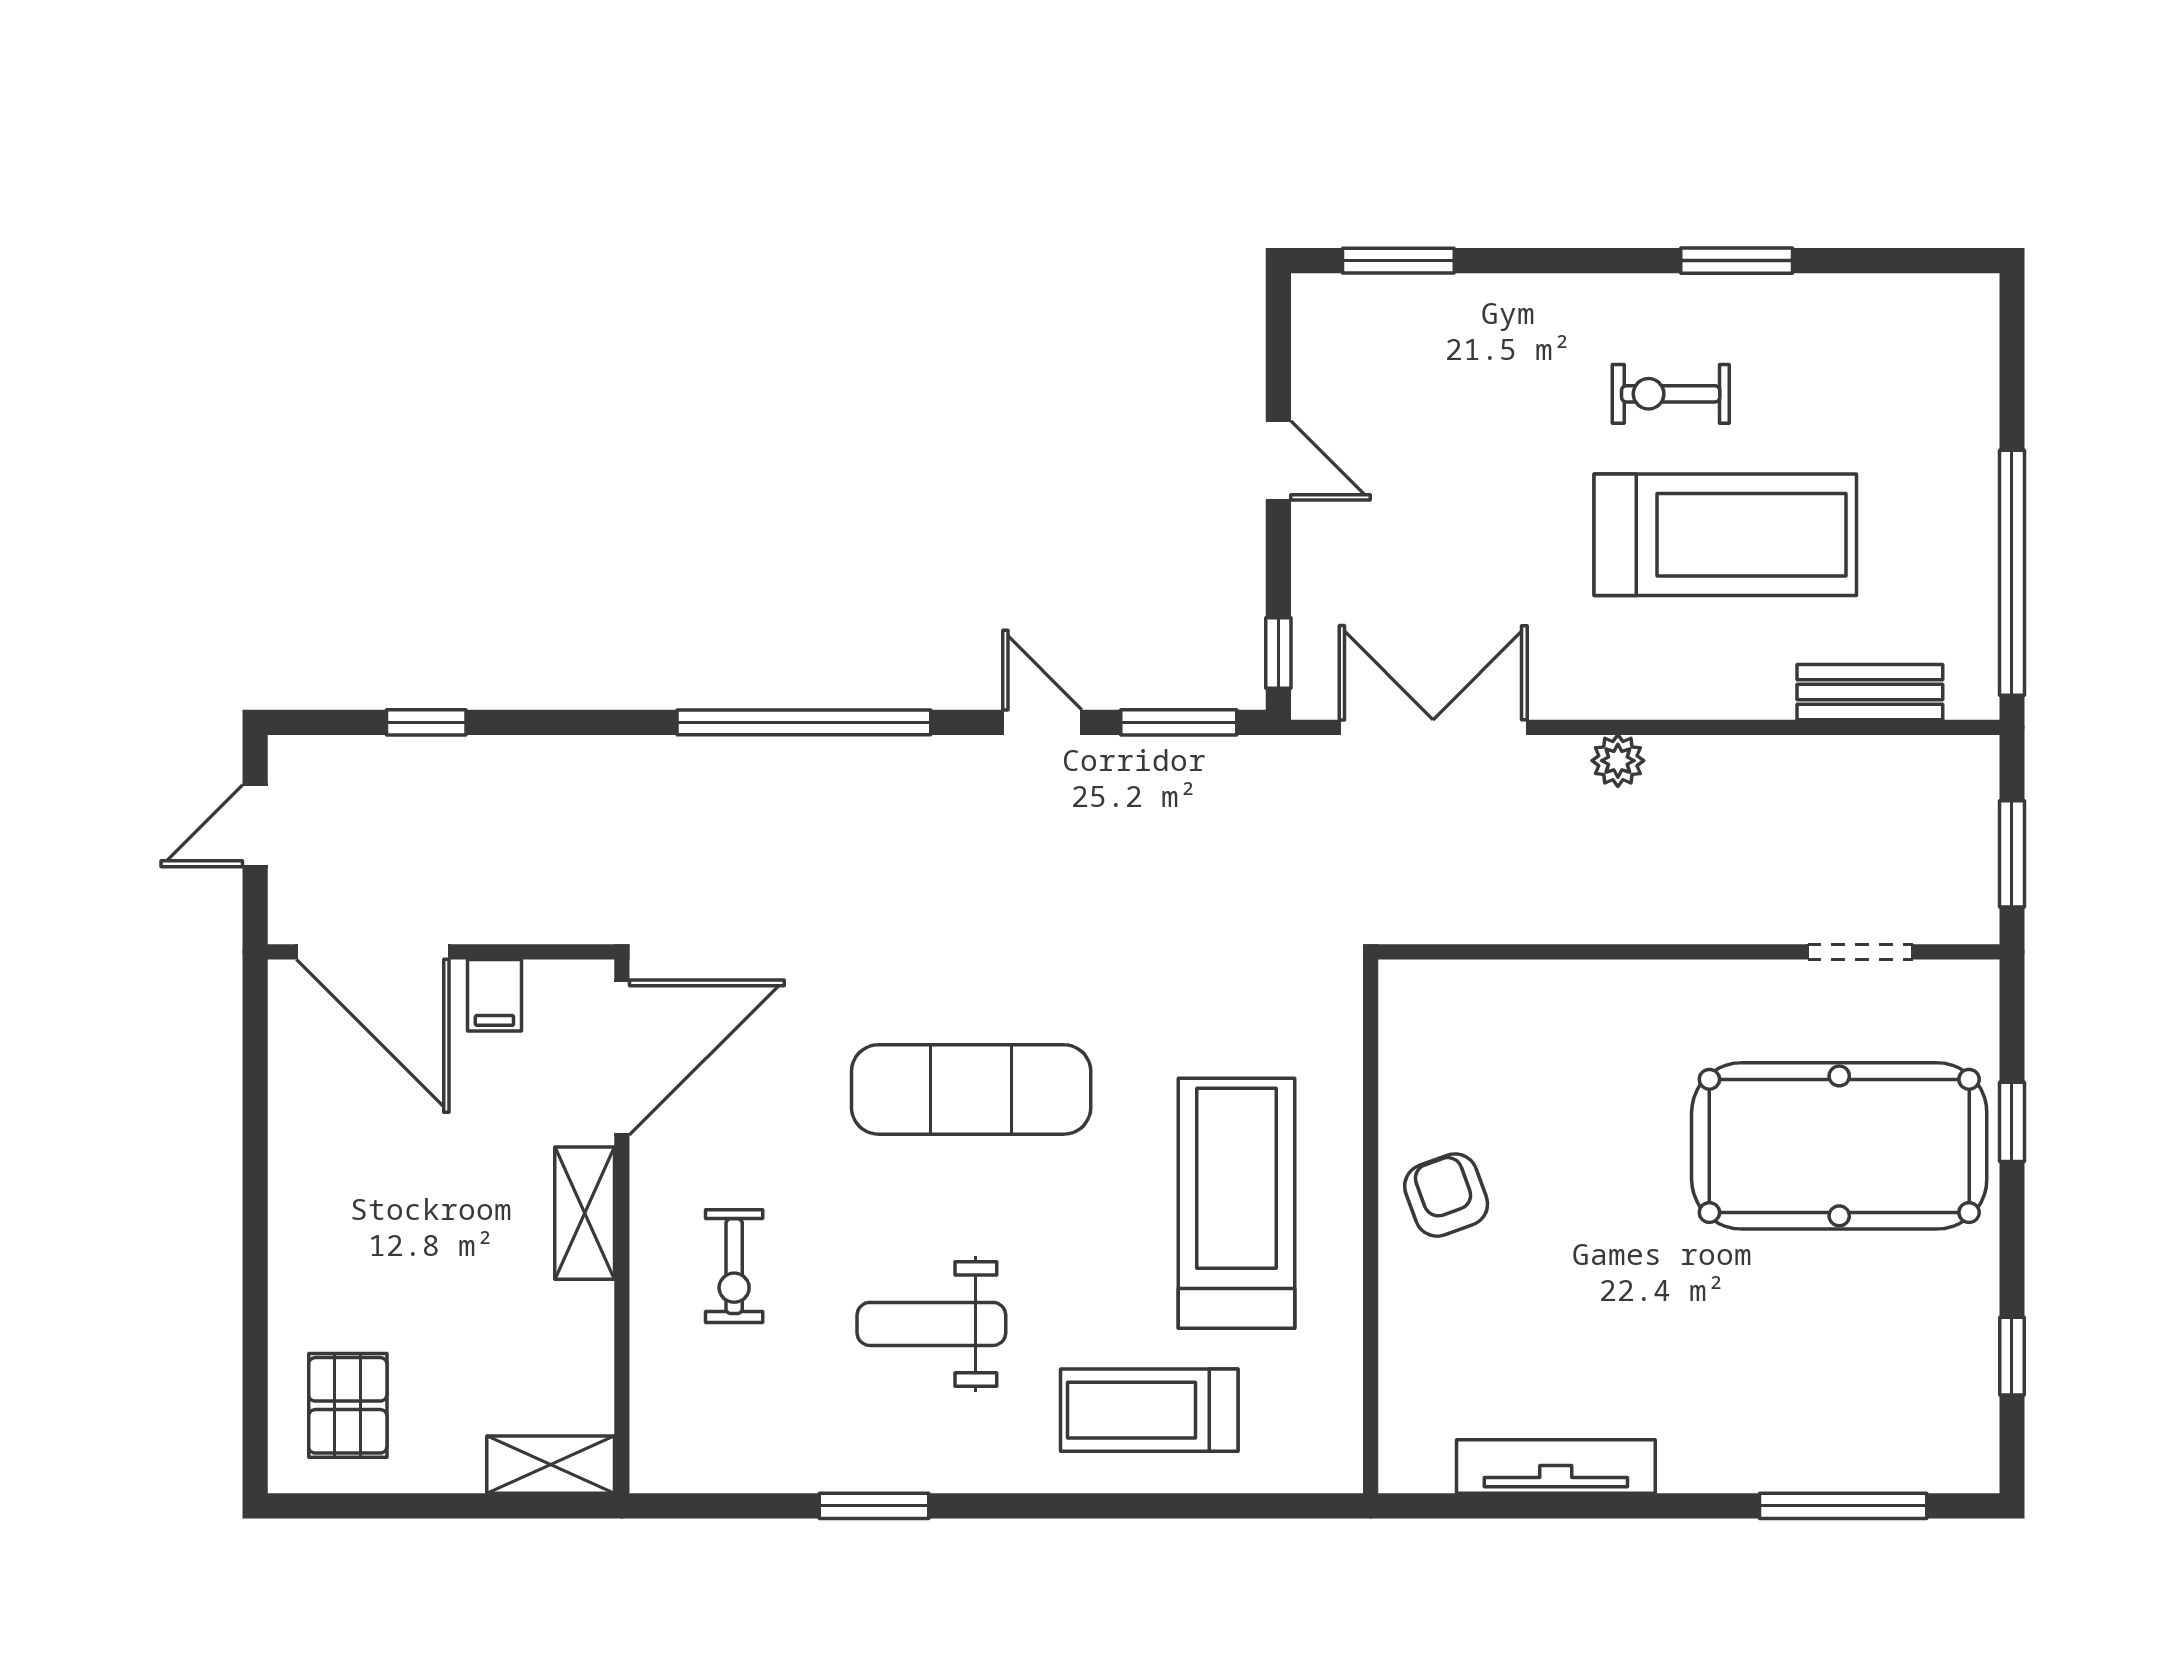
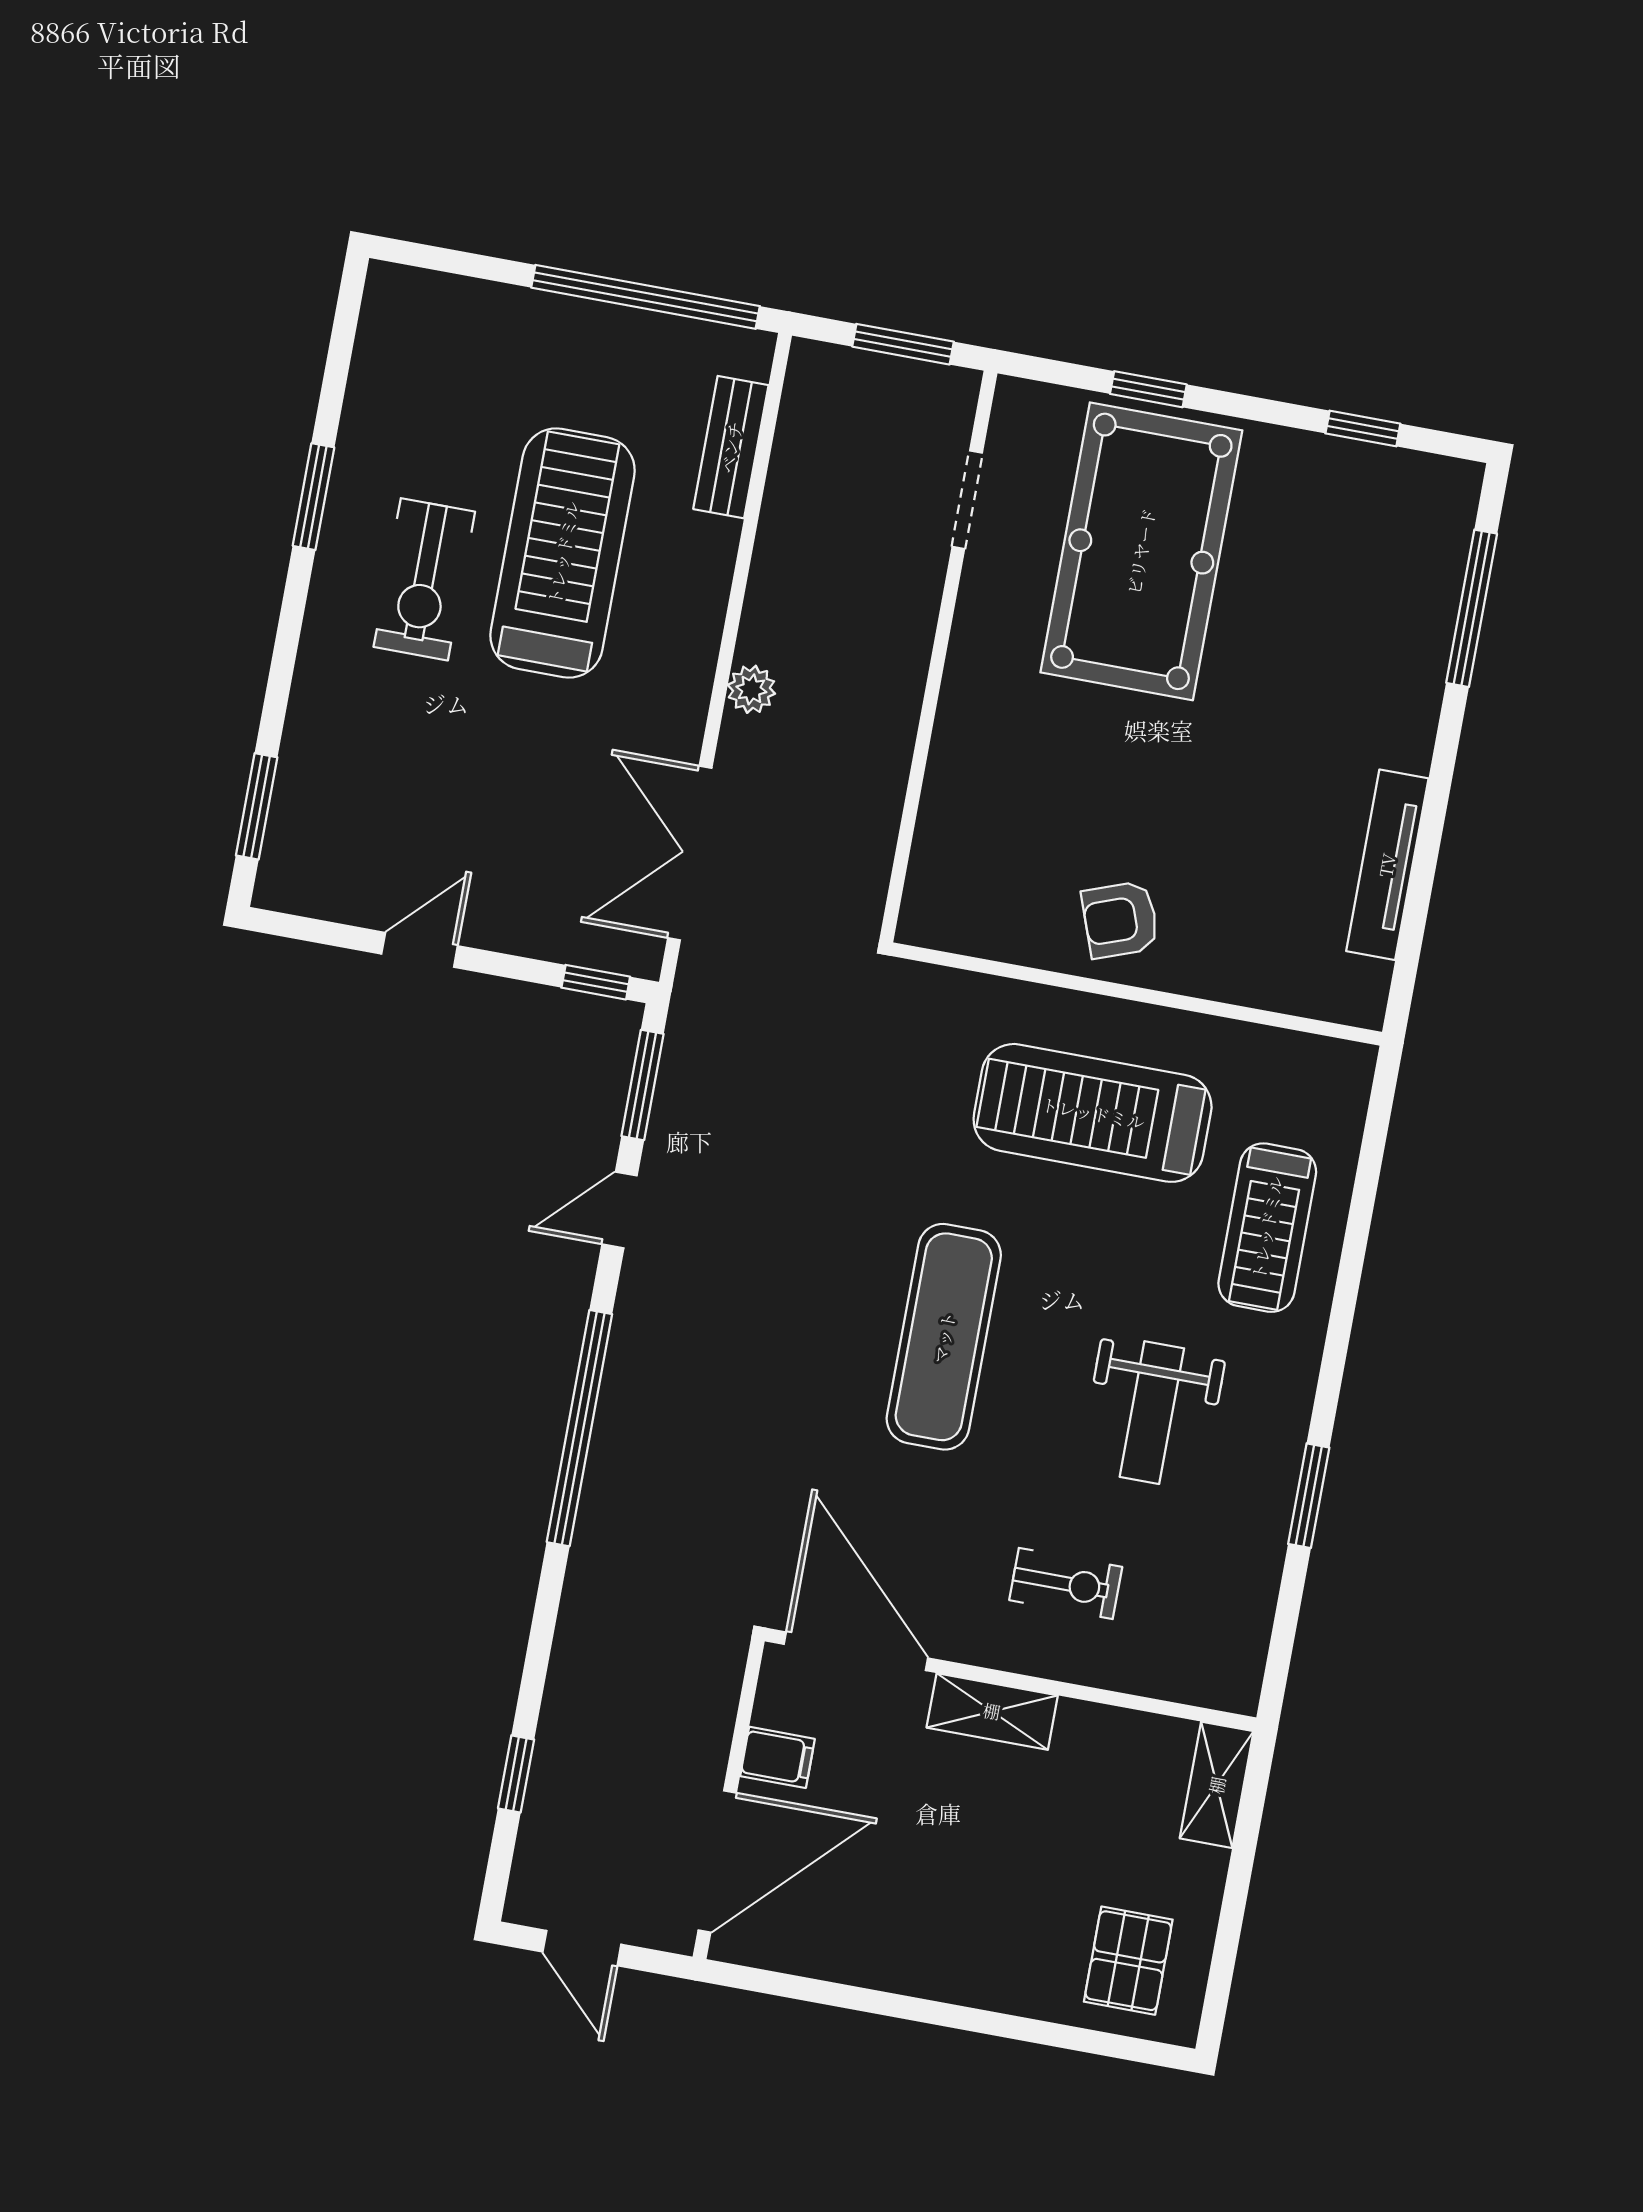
exercise bike: (1671, 394) -> (424, 579), width x1.38, depth x1.39
pallet: (348, 1405) -> (1128, 1961), turned 90

